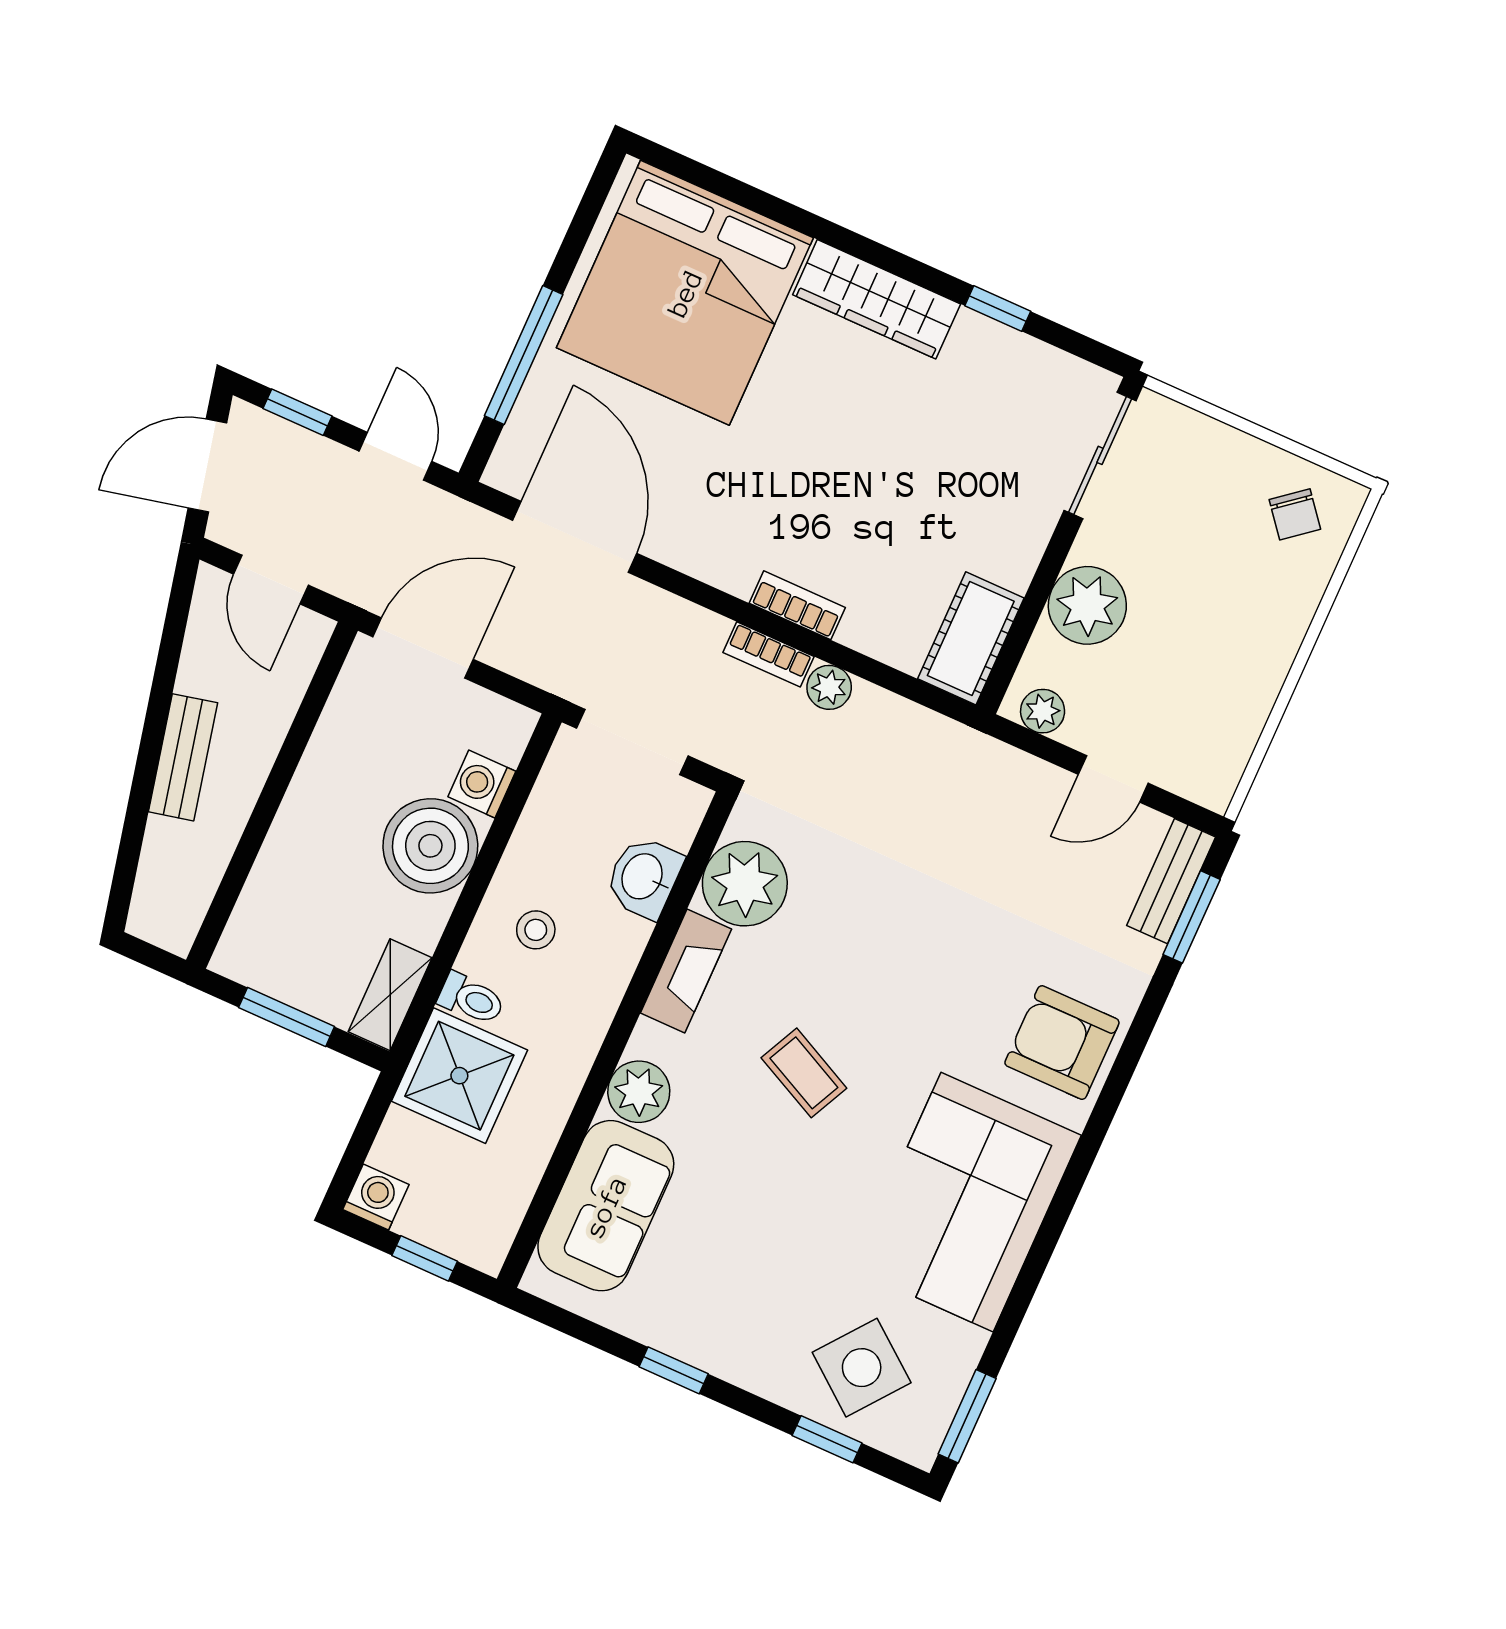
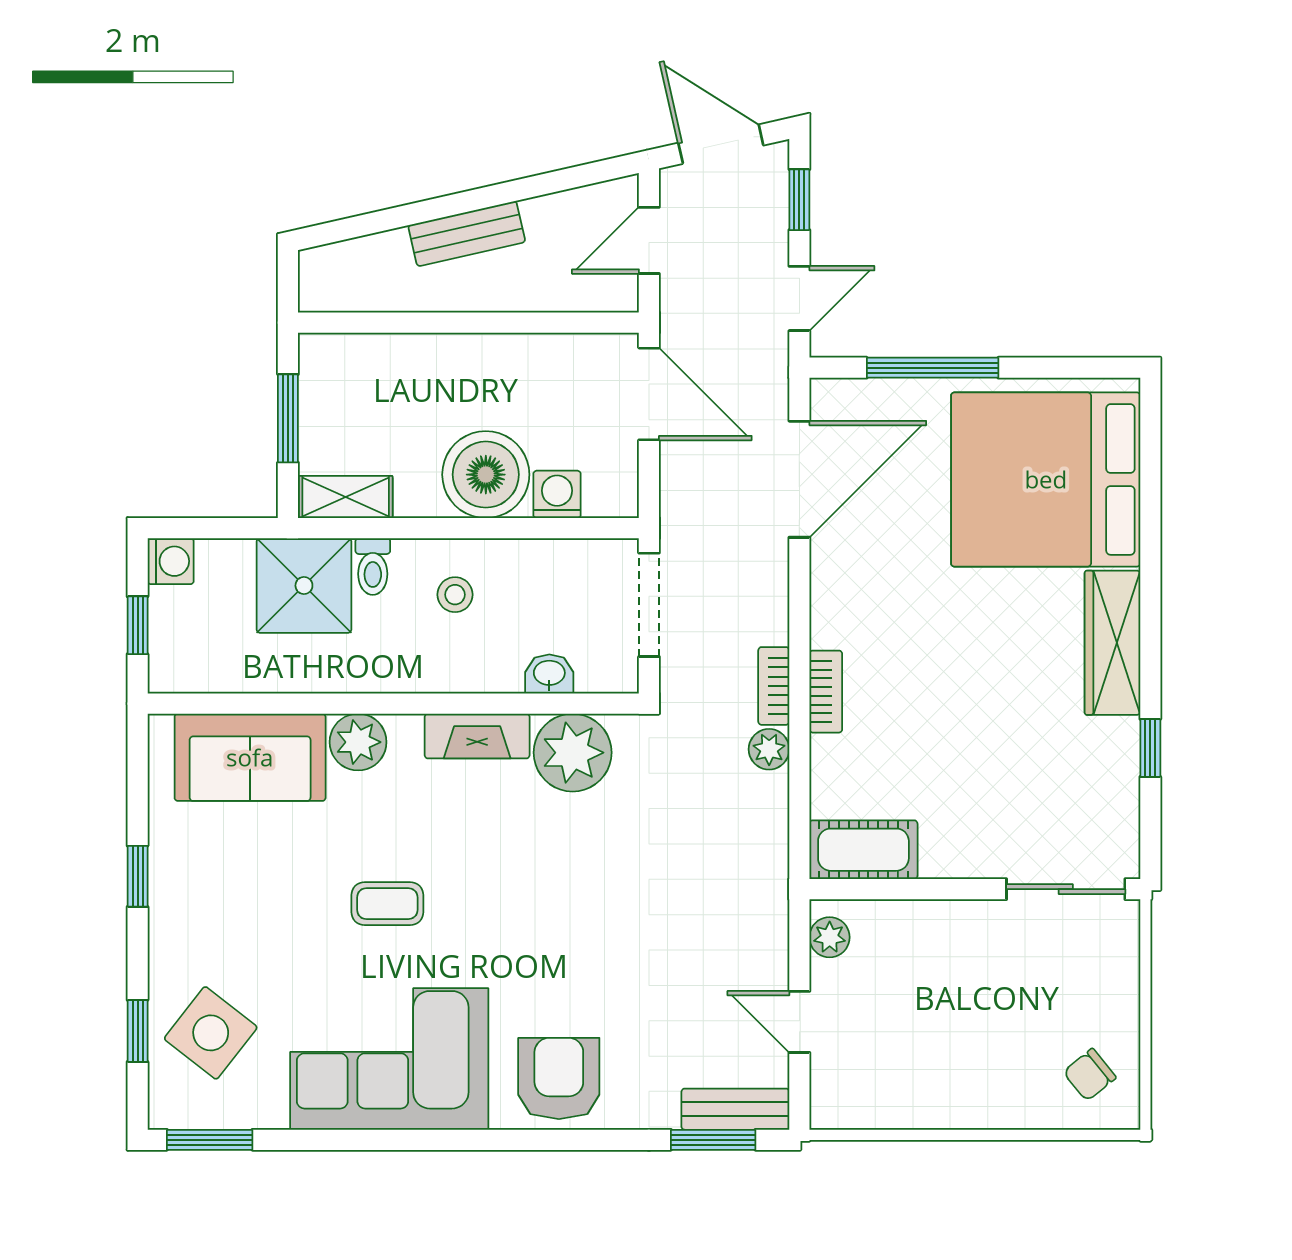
plant: (1087, 605) -> (935, 935), removed
washbasin: (644, 877) -> (549, 674), width x0.72, depth x0.69
coffee table: (804, 1073) -> (387, 904), moved, turned 64

